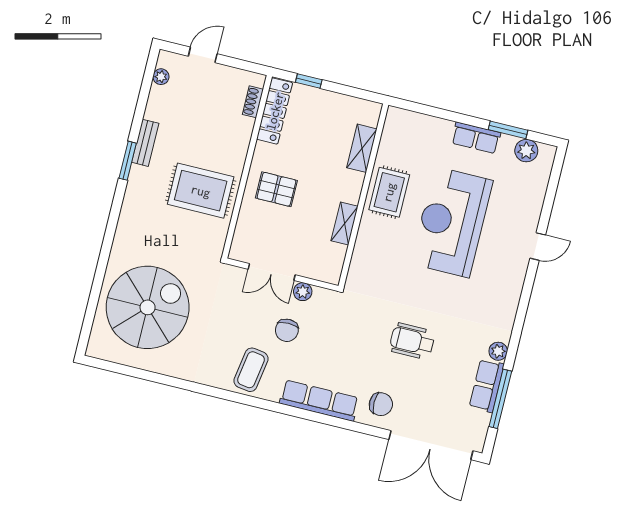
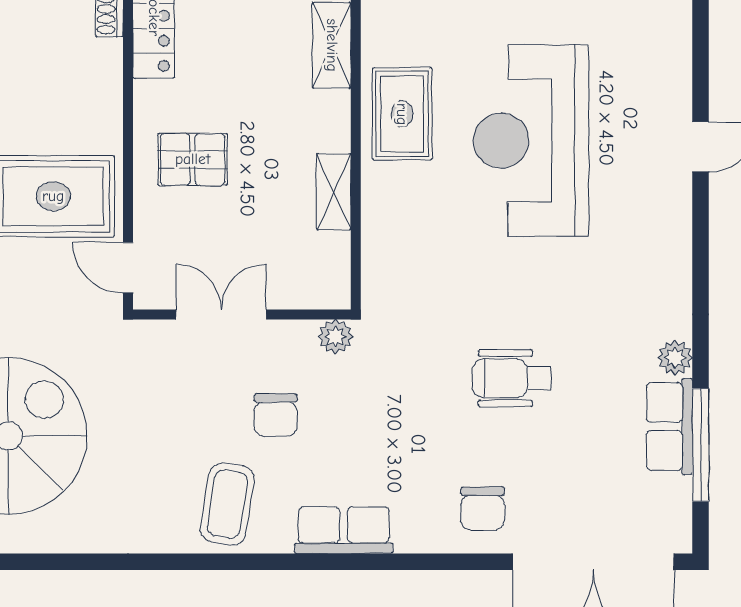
door: (230, 236) -> (128, 268), added
double door: (272, 272) -> (221, 314), swing flipped
plant: (303, 292) -> (335, 337), moved
row of seats: (319, 401) -> (344, 530), width x0.68
chair: (381, 404) -> (483, 509), turned 90

